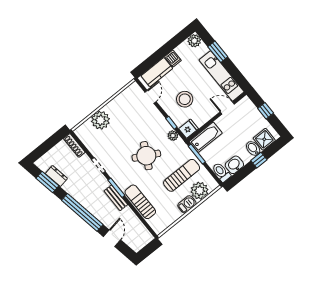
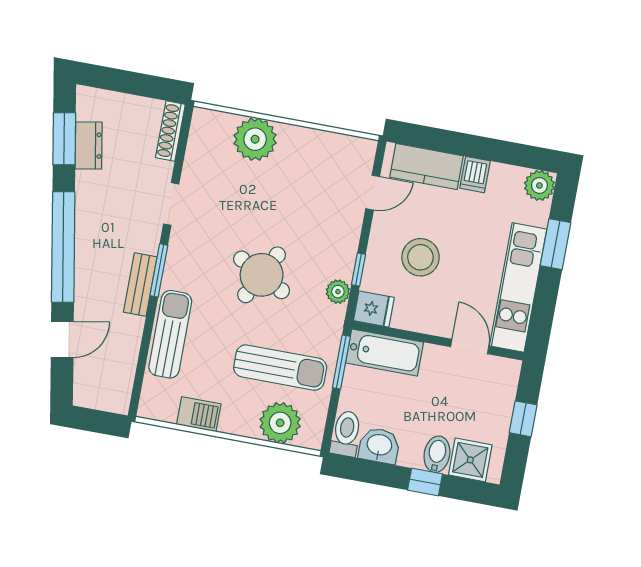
barbecue: (187, 204) -> (199, 414), moved

